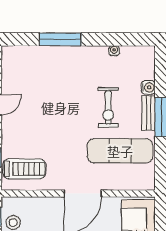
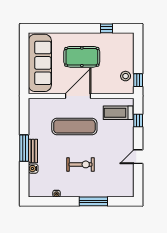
exercise bike: (108, 107) -> (81, 164), moved, turned 90
exercise mat: (120, 151) -> (74, 127), moved

